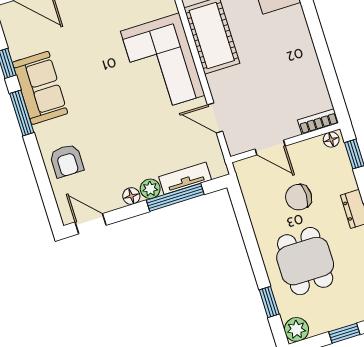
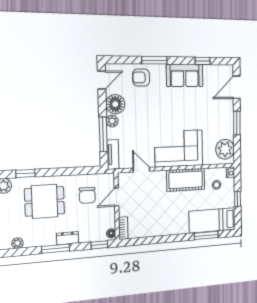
window: (22, 113) -> (154, 60), moved
door: (215, 118) -> (141, 170), hinge flipped
tv unit: (185, 178) -> (113, 155), moved
floor lamp: (131, 196) -> (115, 104), width x1.89, depth x1.89
chair: (299, 197) -> (87, 195), moved, turned 180

